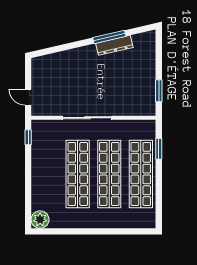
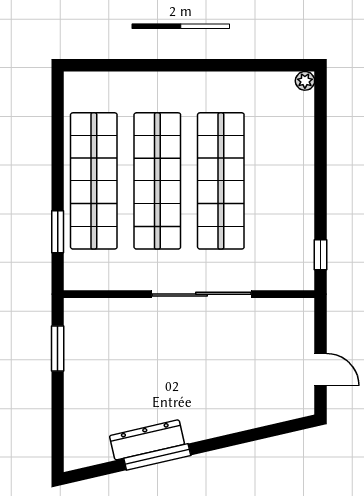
door: (28, 97) -> (321, 370), moved
plant: (40, 220) -> (305, 81), width x0.53, depth x0.53

